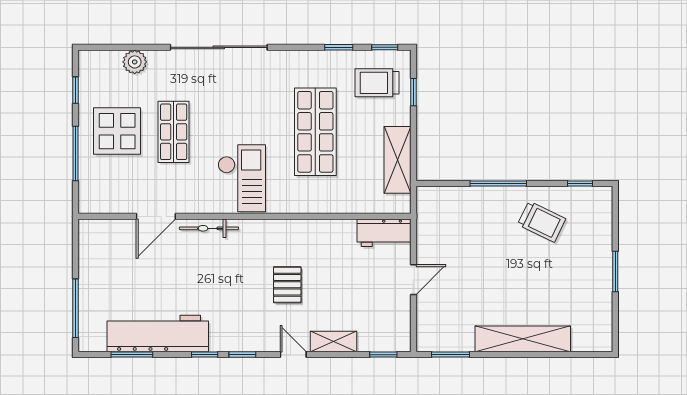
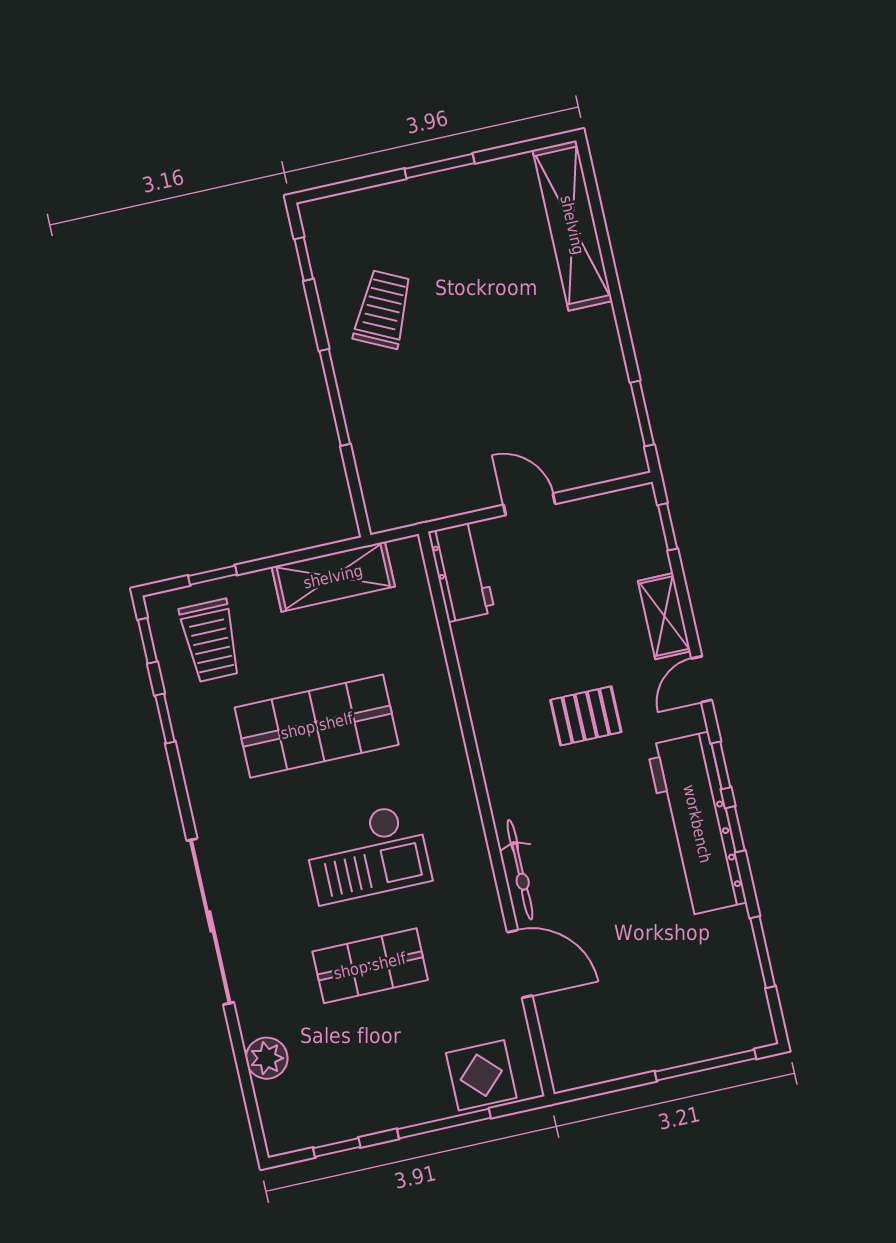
display table: (117, 131) -> (481, 1075), moved, width x0.73, depth x0.73
checkout: (242, 178) -> (367, 854), moved, turned 180
workbench: (158, 333) -> (697, 824), moved
shelving: (523, 339) -> (572, 225), moved

